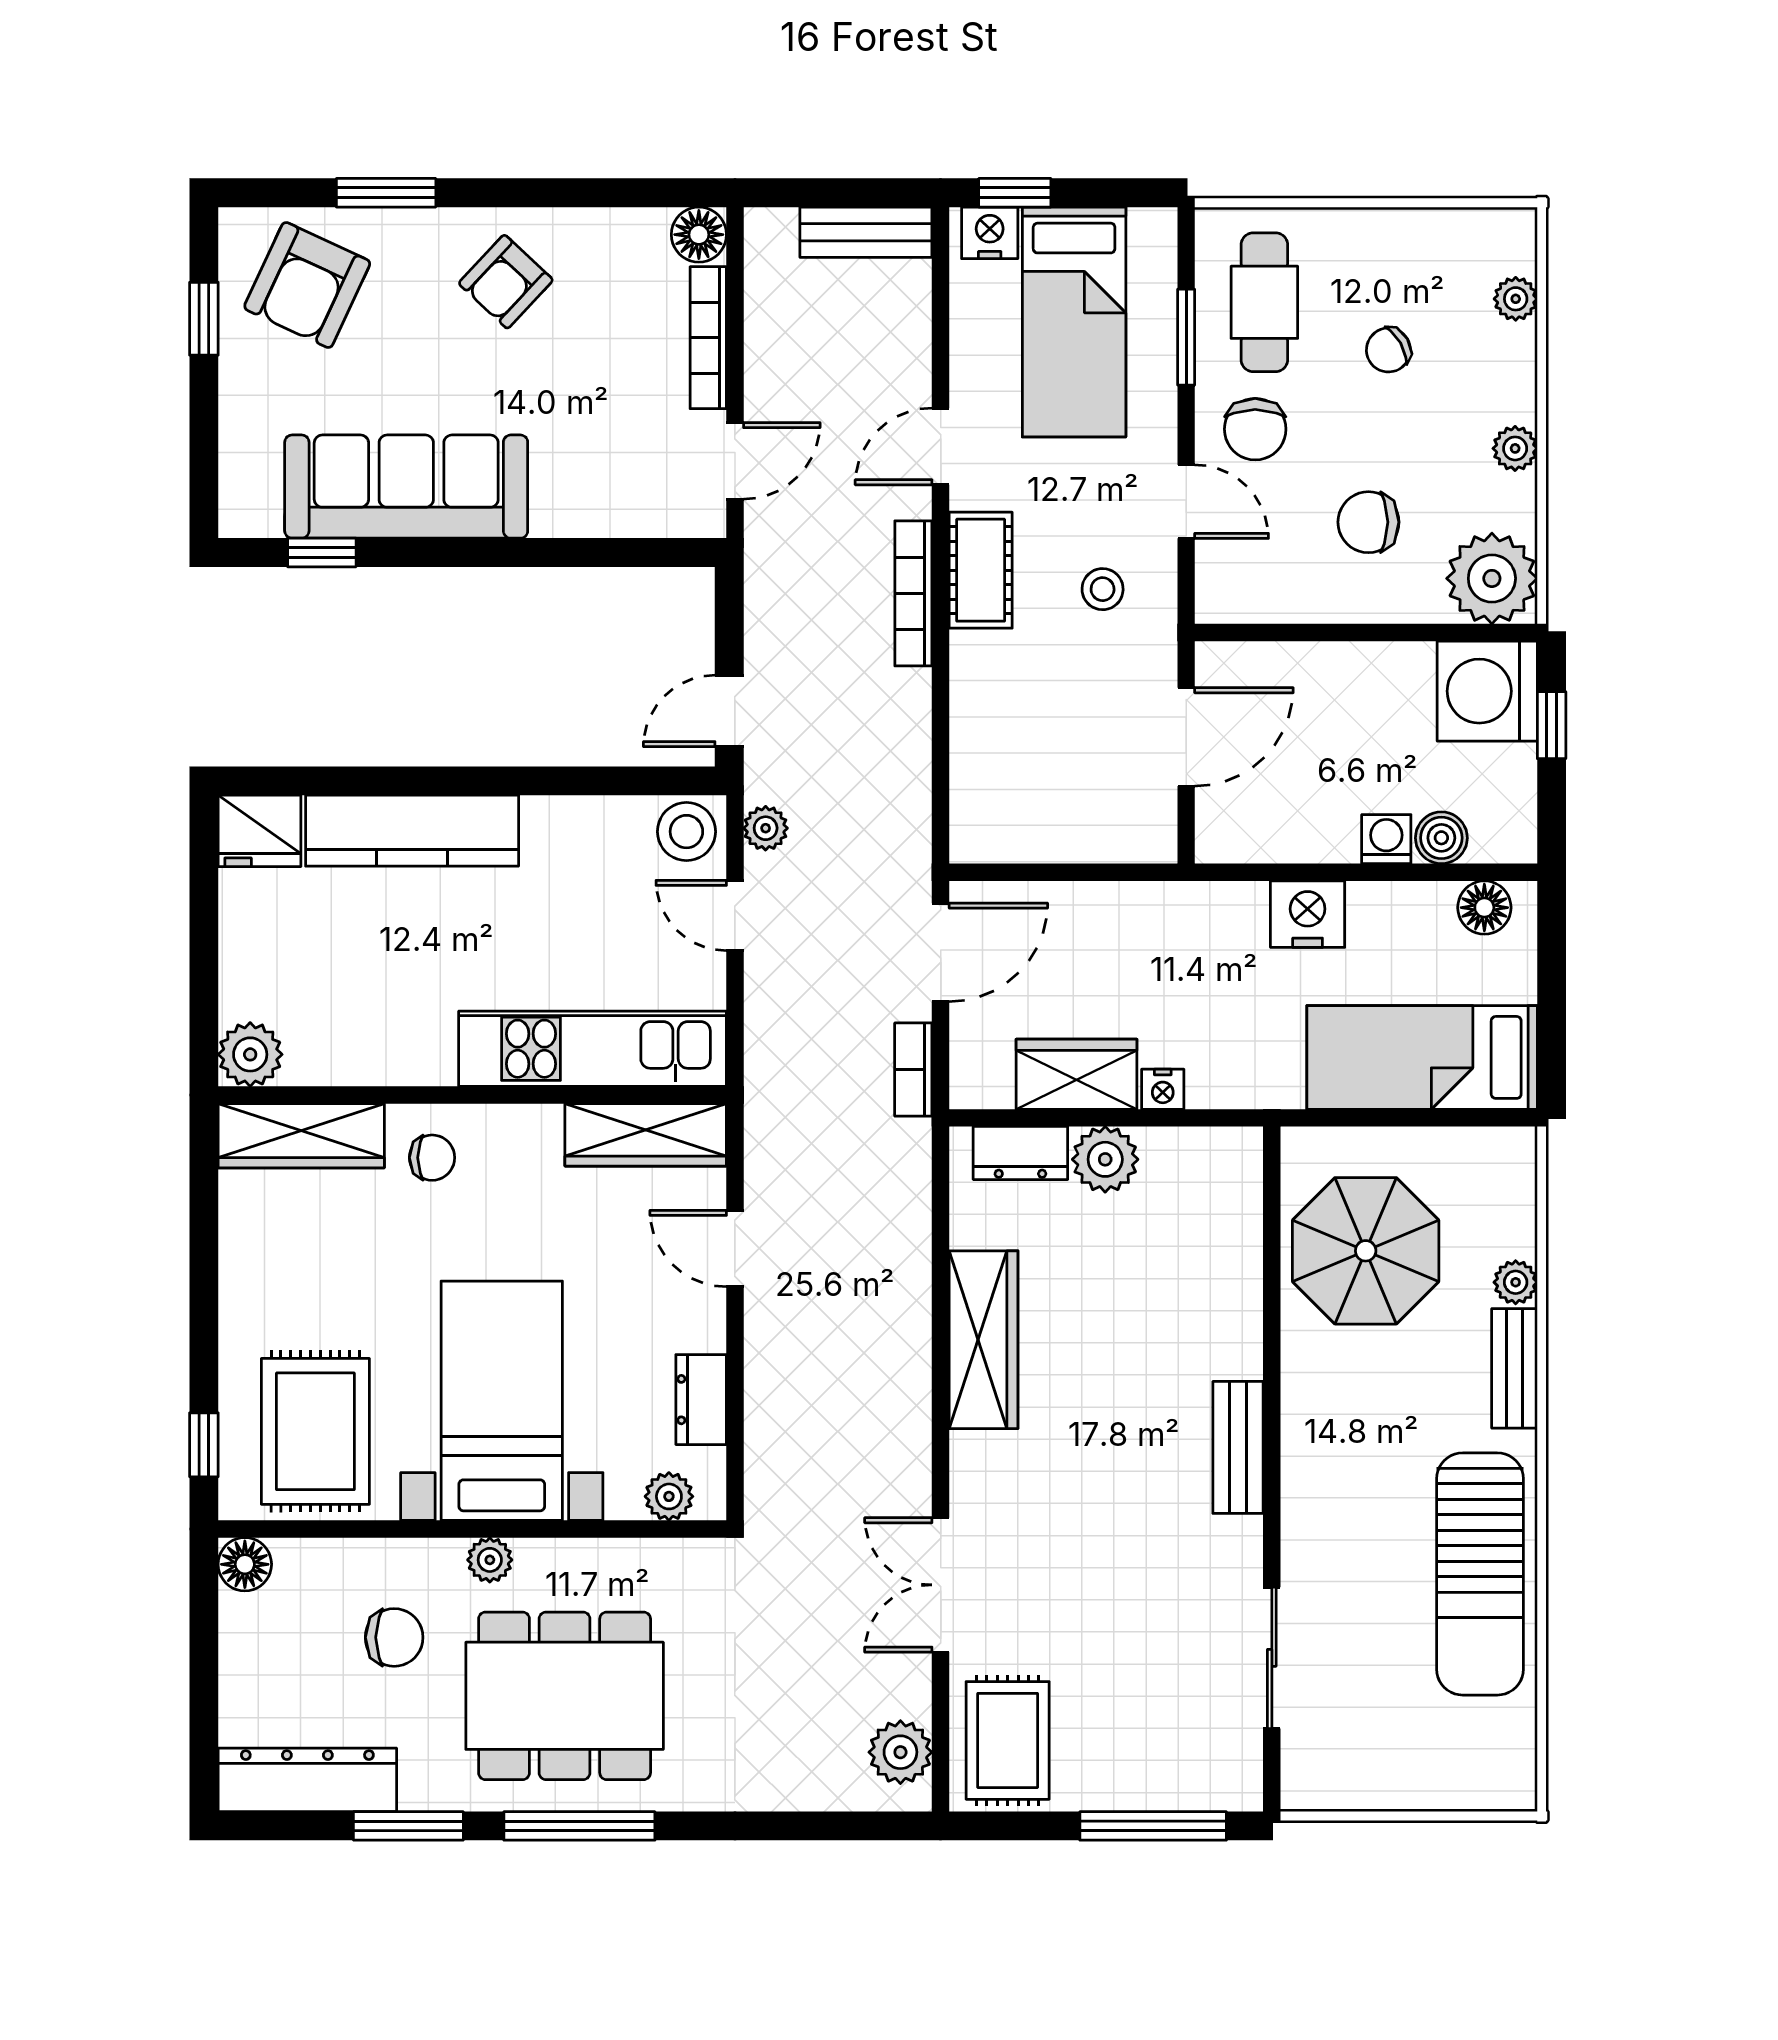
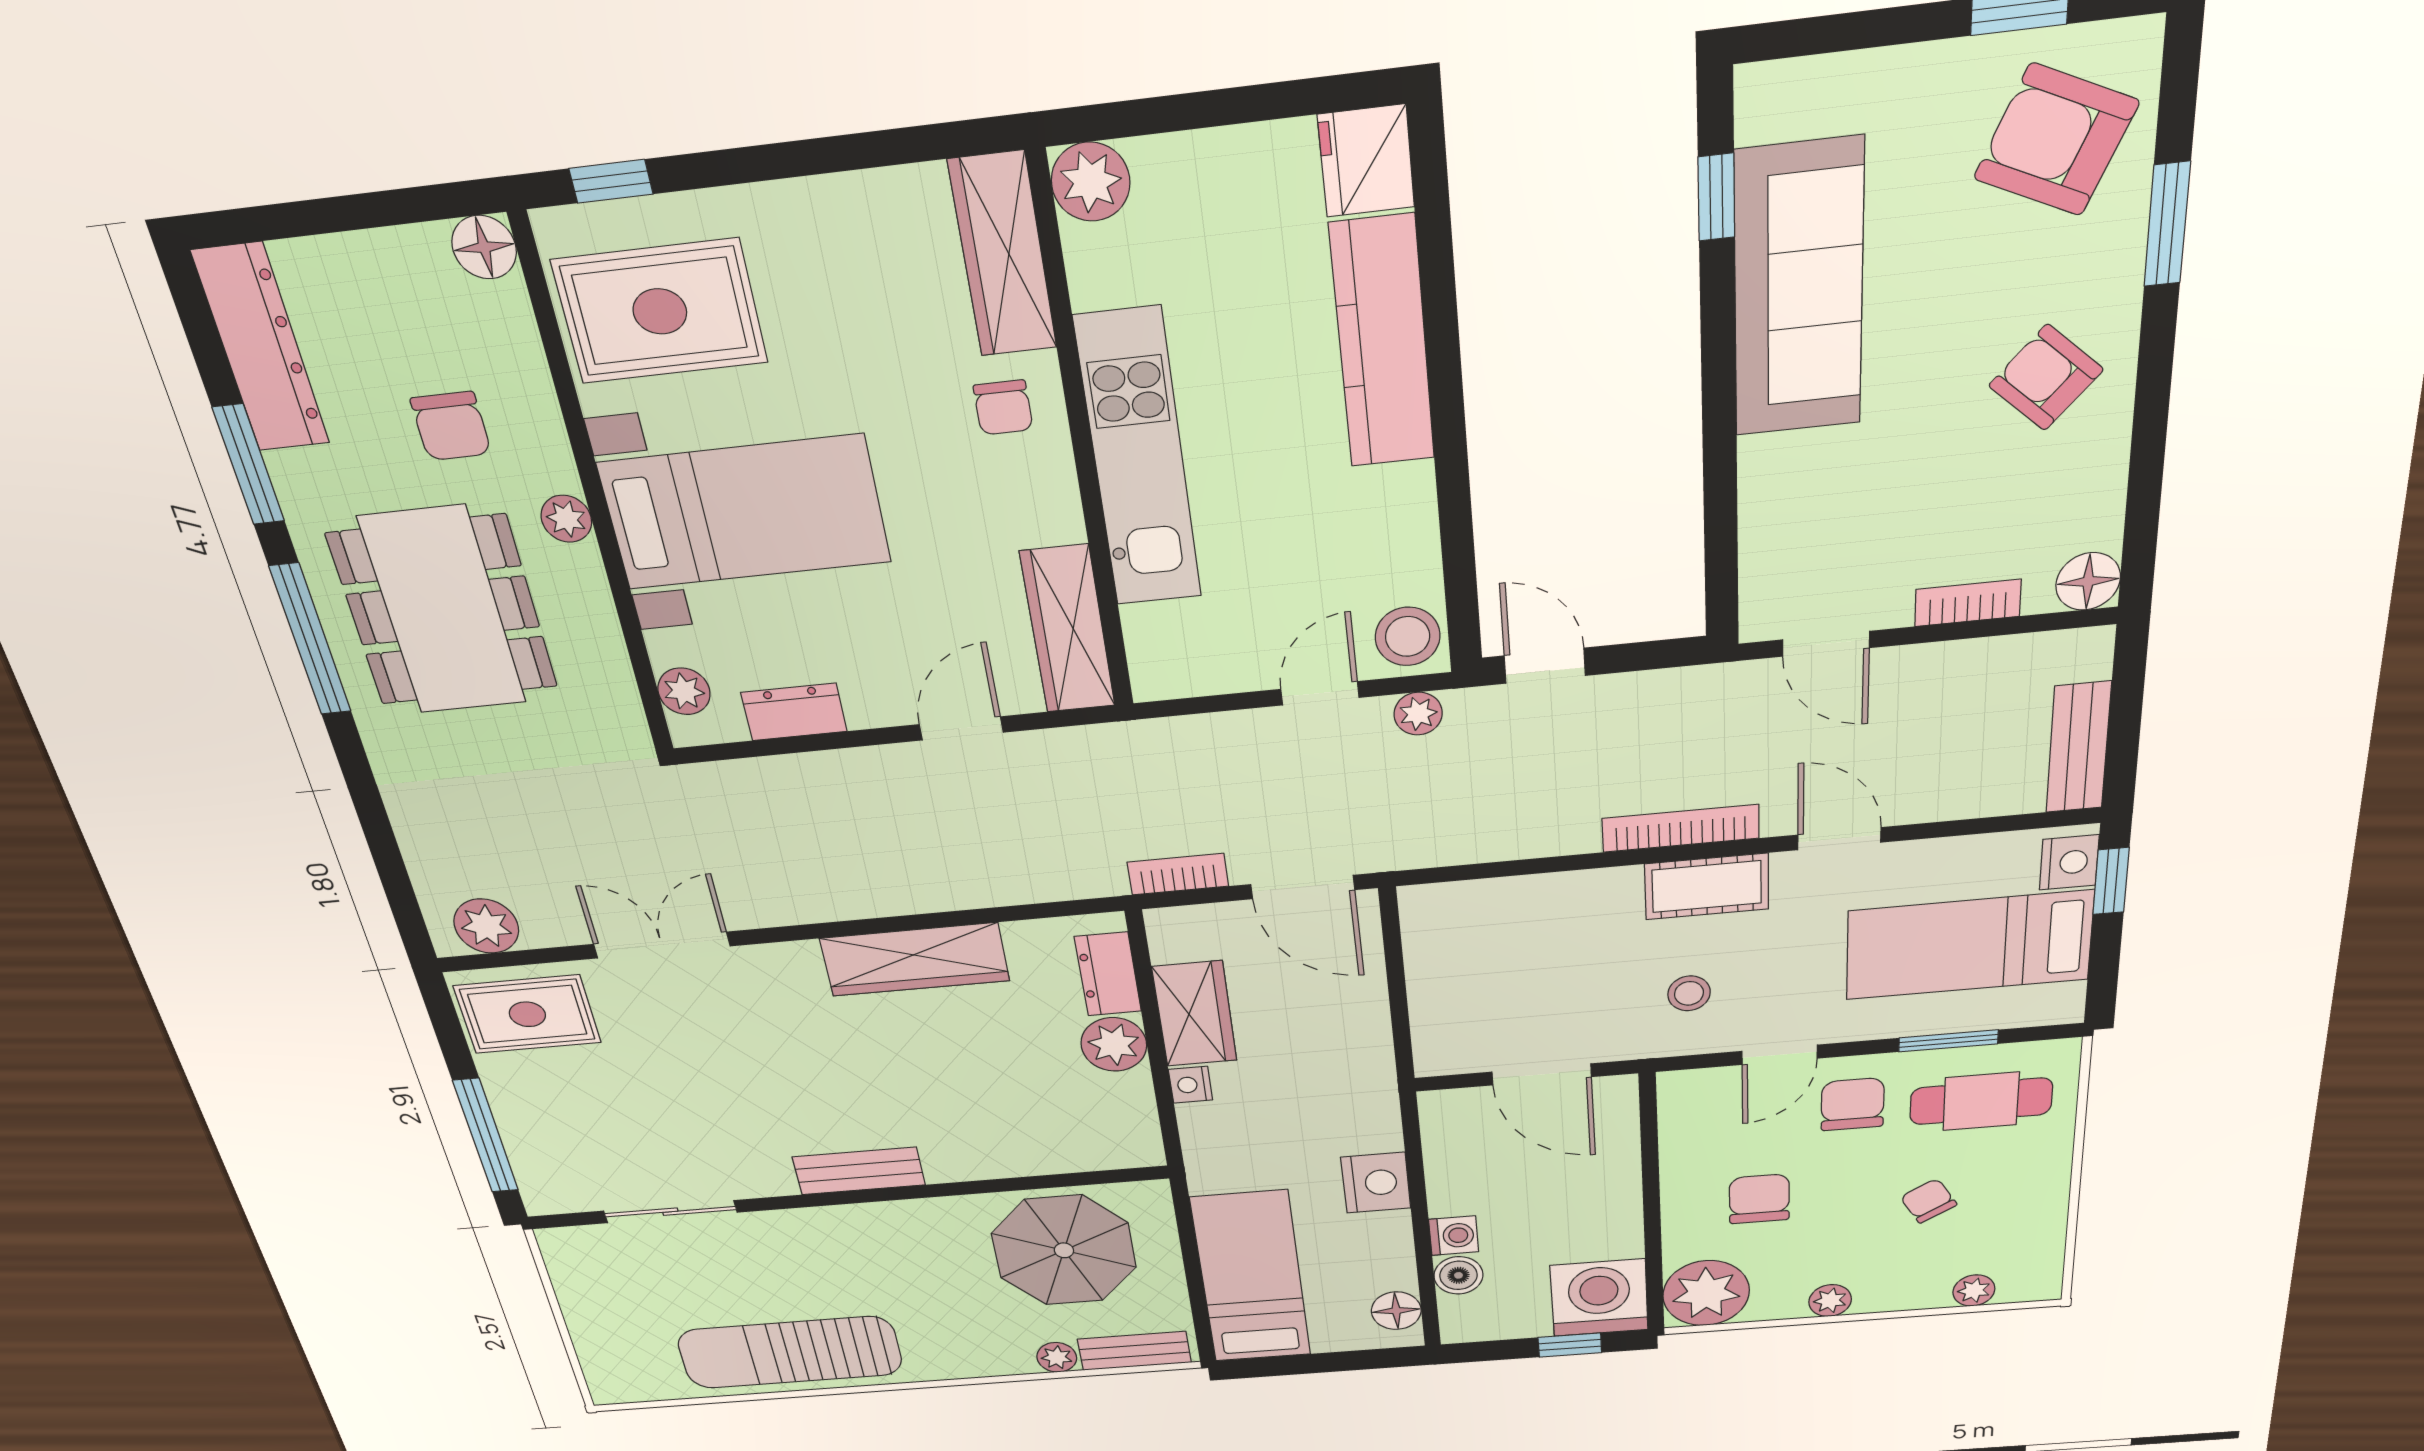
bookcase: (708, 338) -> (1968, 603), width x0.64
chair: (1255, 429) -> (1853, 1104), turned 90
kitchen unit: (593, 1049) -> (1139, 459), moved
bench: (1514, 1368) -> (1134, 1351), moved

